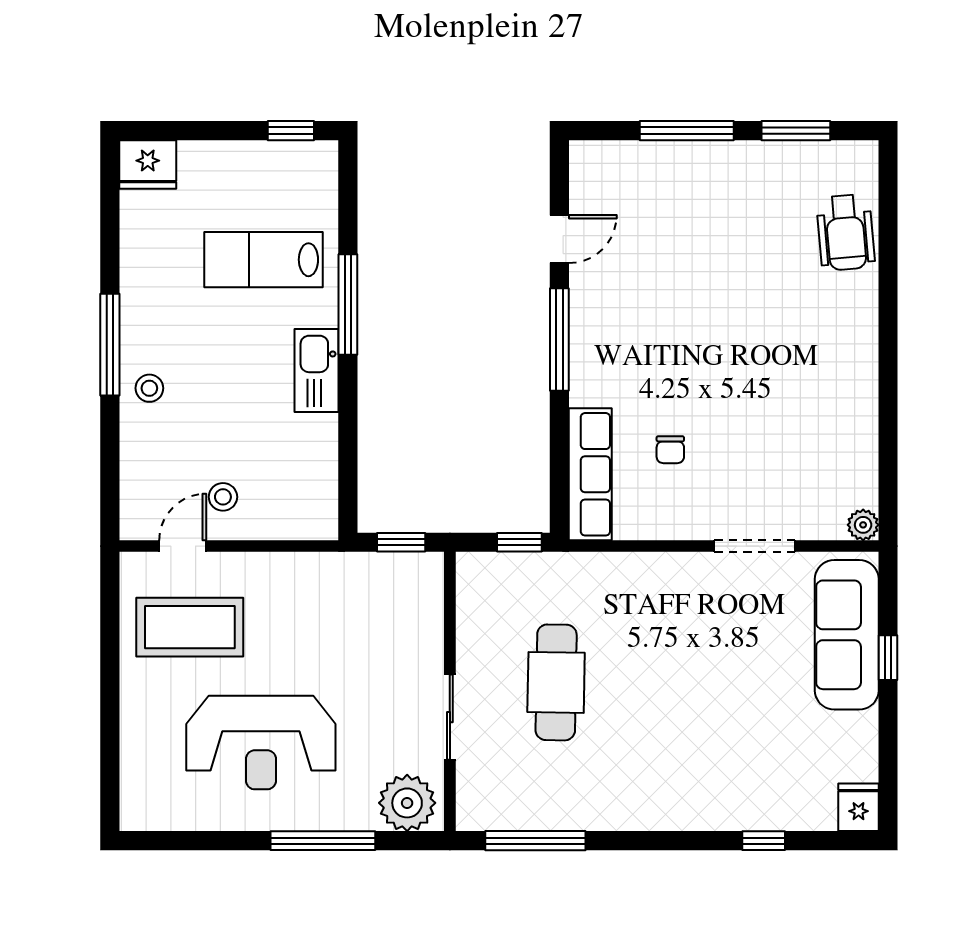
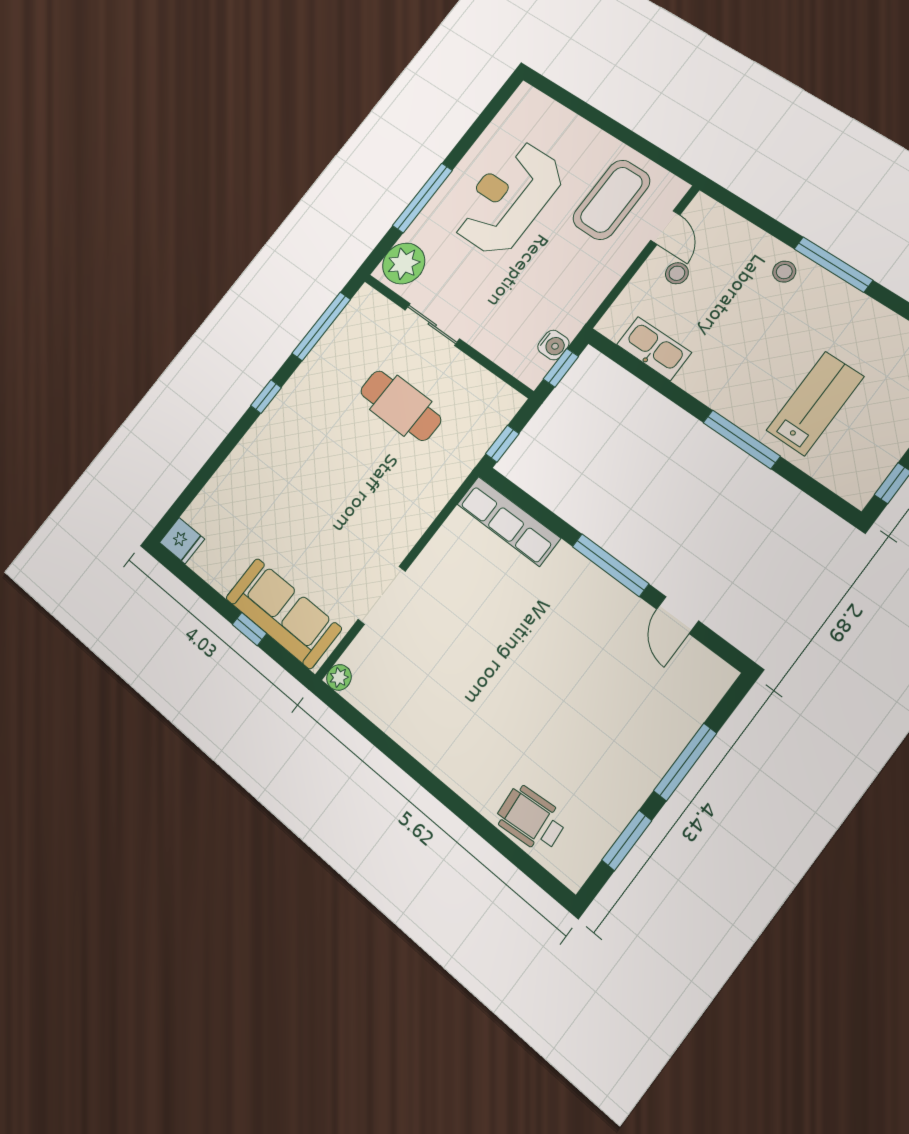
kitchen sink: (316, 371) -> (654, 349), moved
chair: (670, 450) -> (483, 586), removed
water cooler: (383, 569) -> (553, 345), added
window: (764, 841) -> (266, 397), moved

